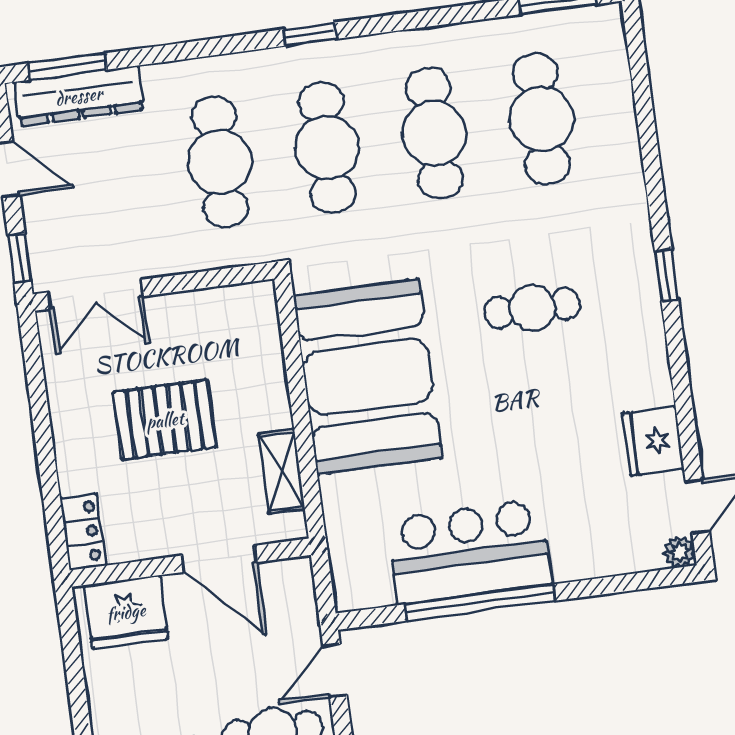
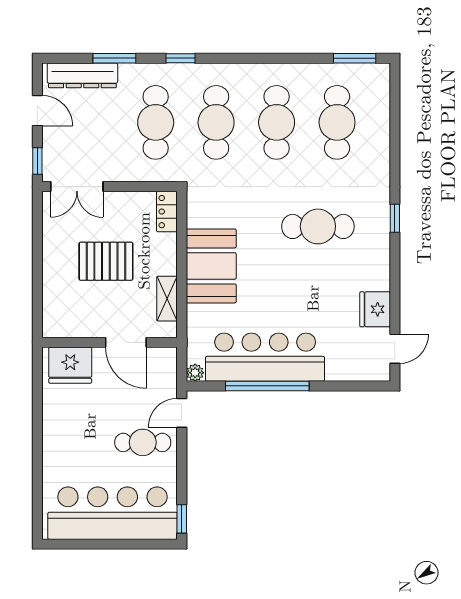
window: (310, 34) -> (181, 58), moved
window: (67, 66) -> (114, 58), moved
cafe table: (532, 308) -> (318, 226), width x1.37, depth x1.35
booth: (368, 377) -> (211, 266), width x0.73, depth x0.70
locker: (83, 532) -> (167, 212), moved, turned 180
bar counter: (469, 552) -> (265, 357), width x1.36
plant: (679, 552) -> (195, 373), moved

